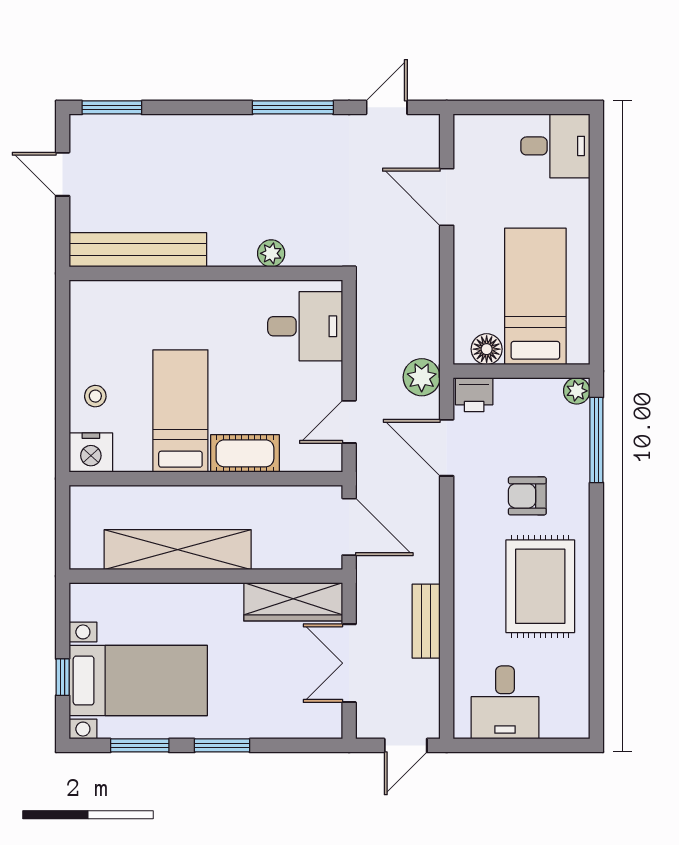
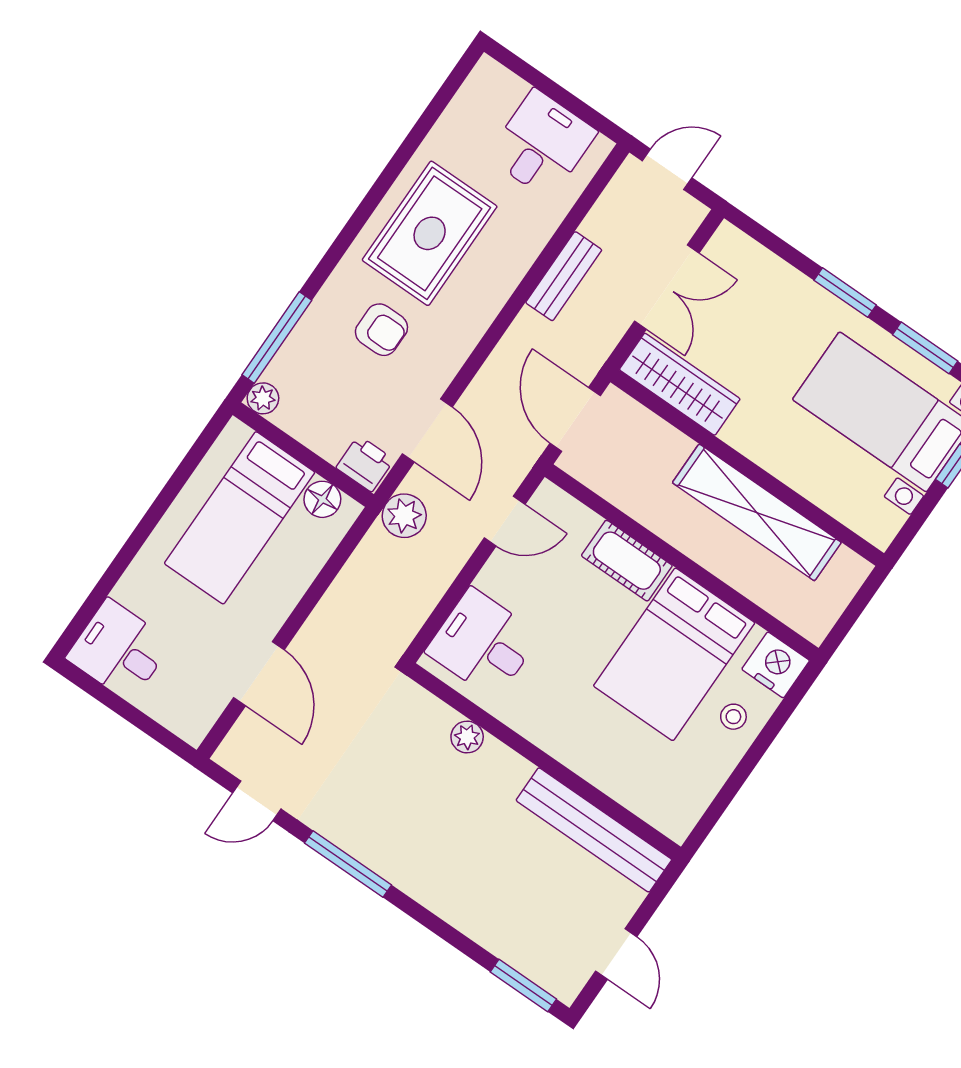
bed: (180, 411) -> (674, 654), width x1.50

